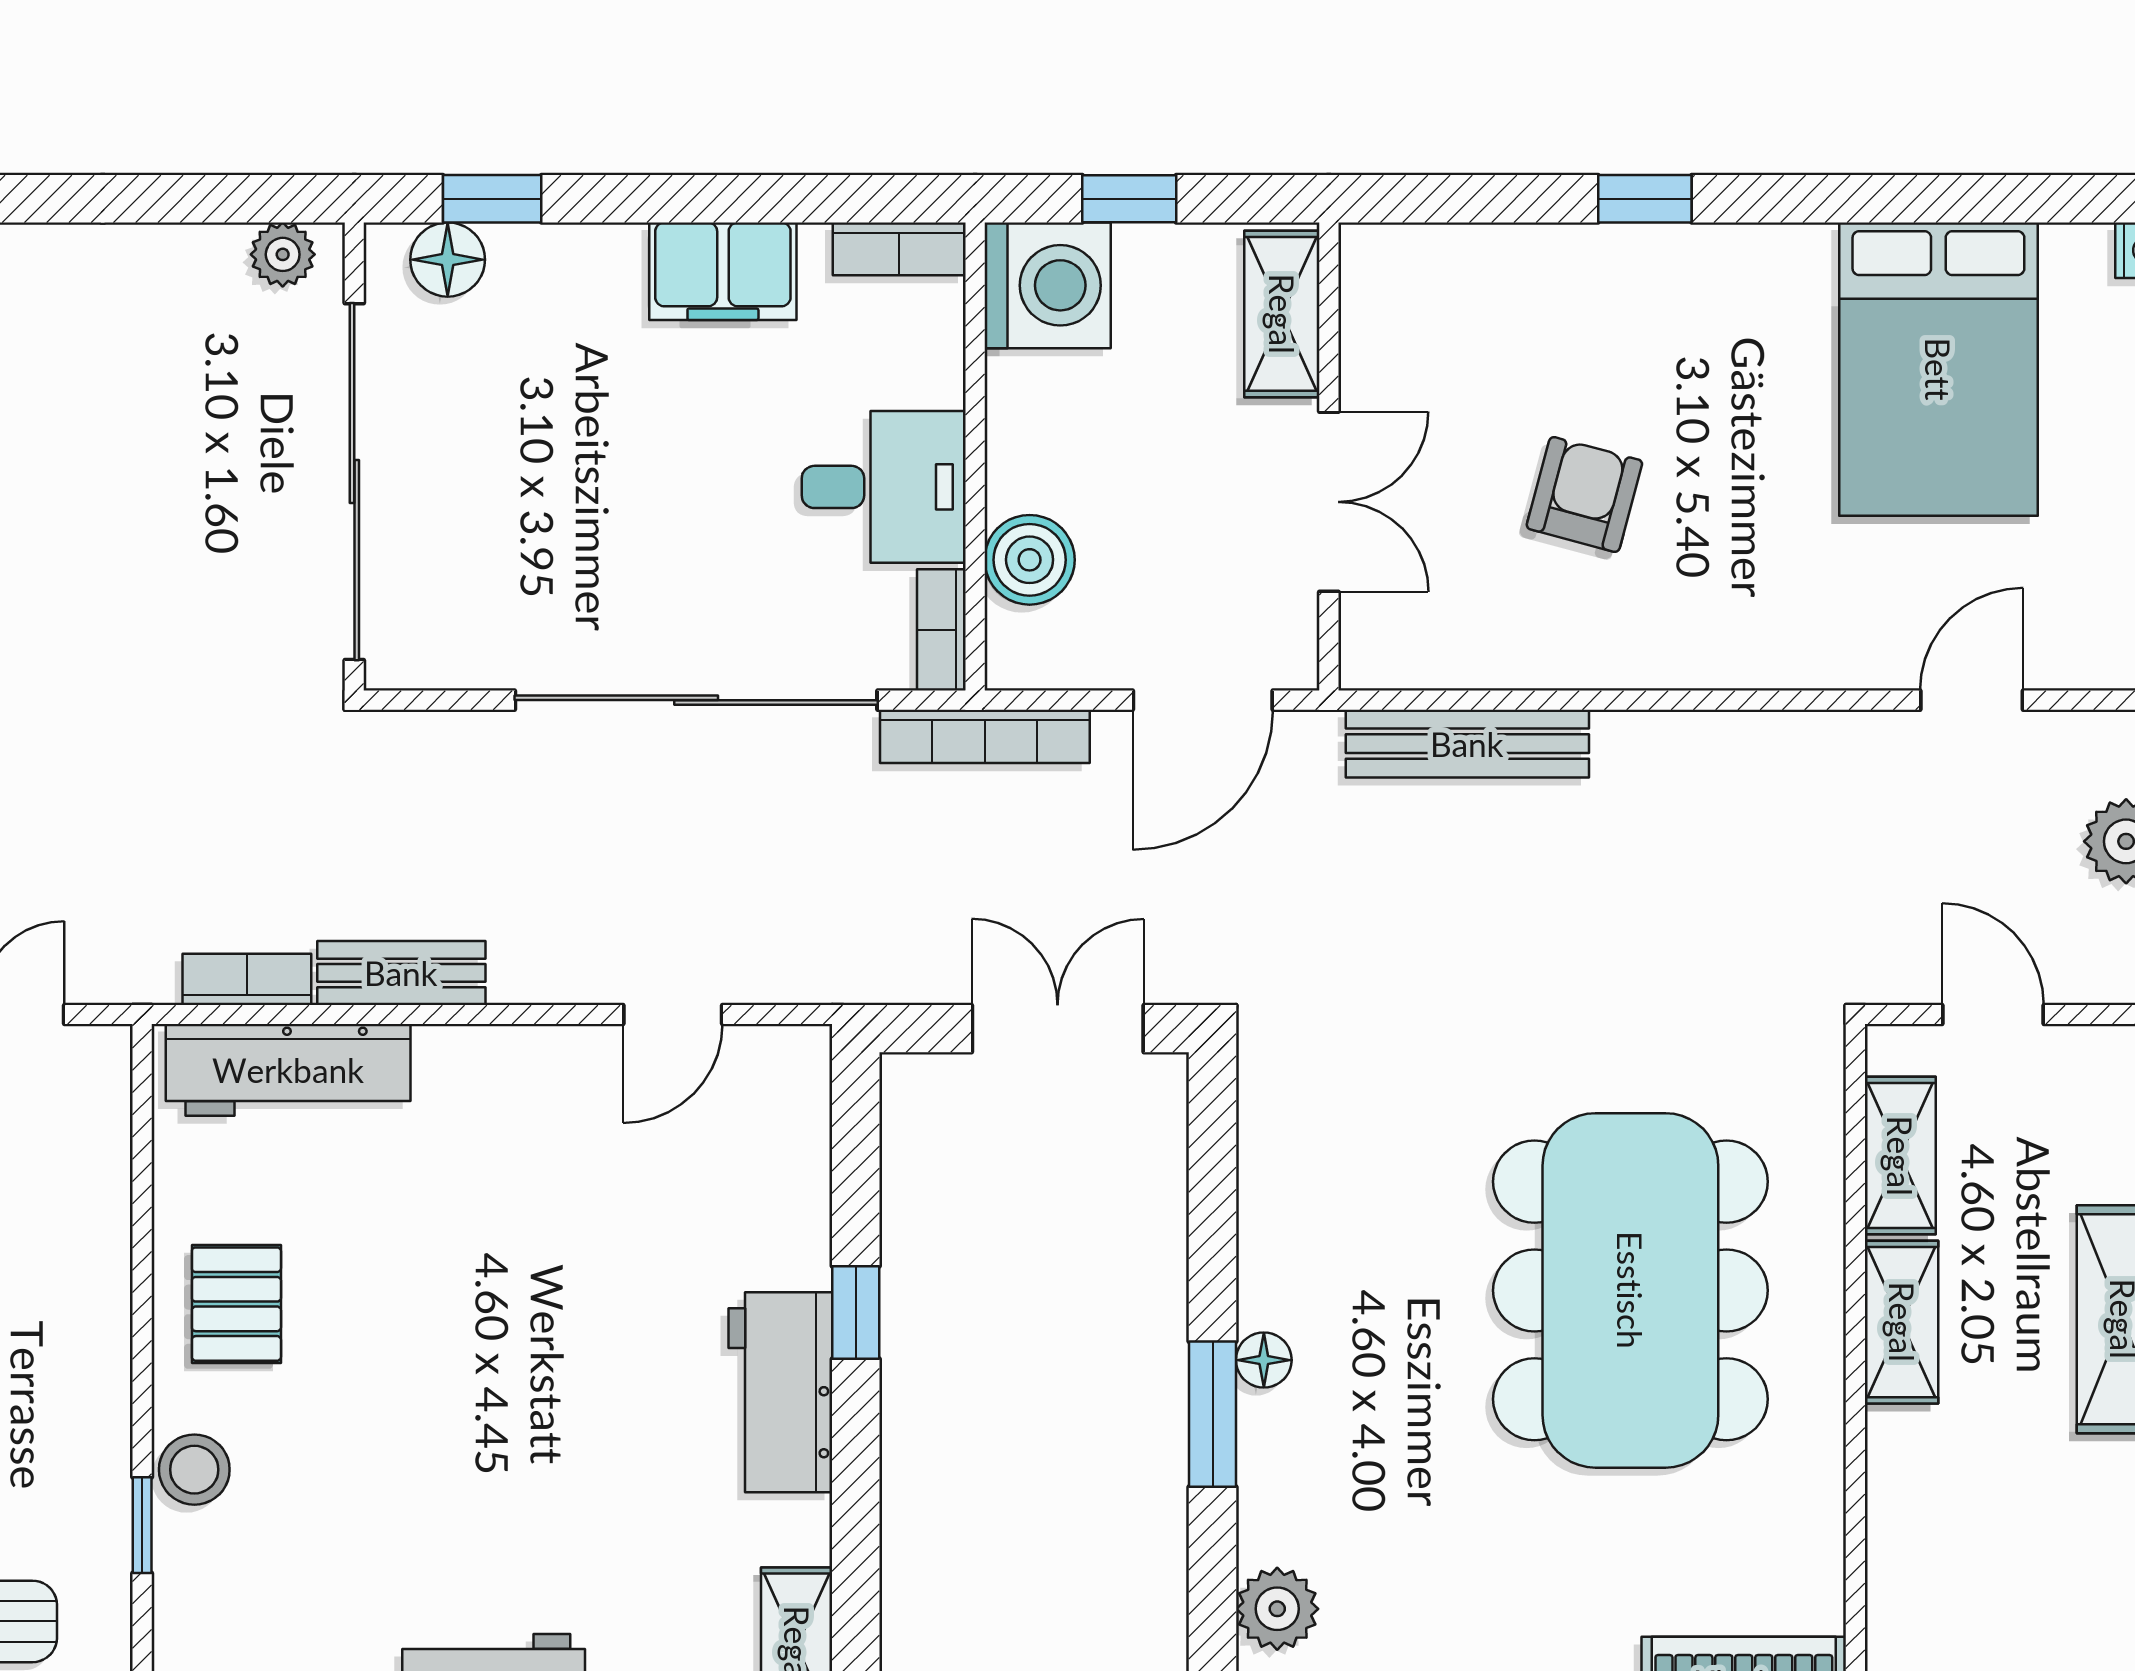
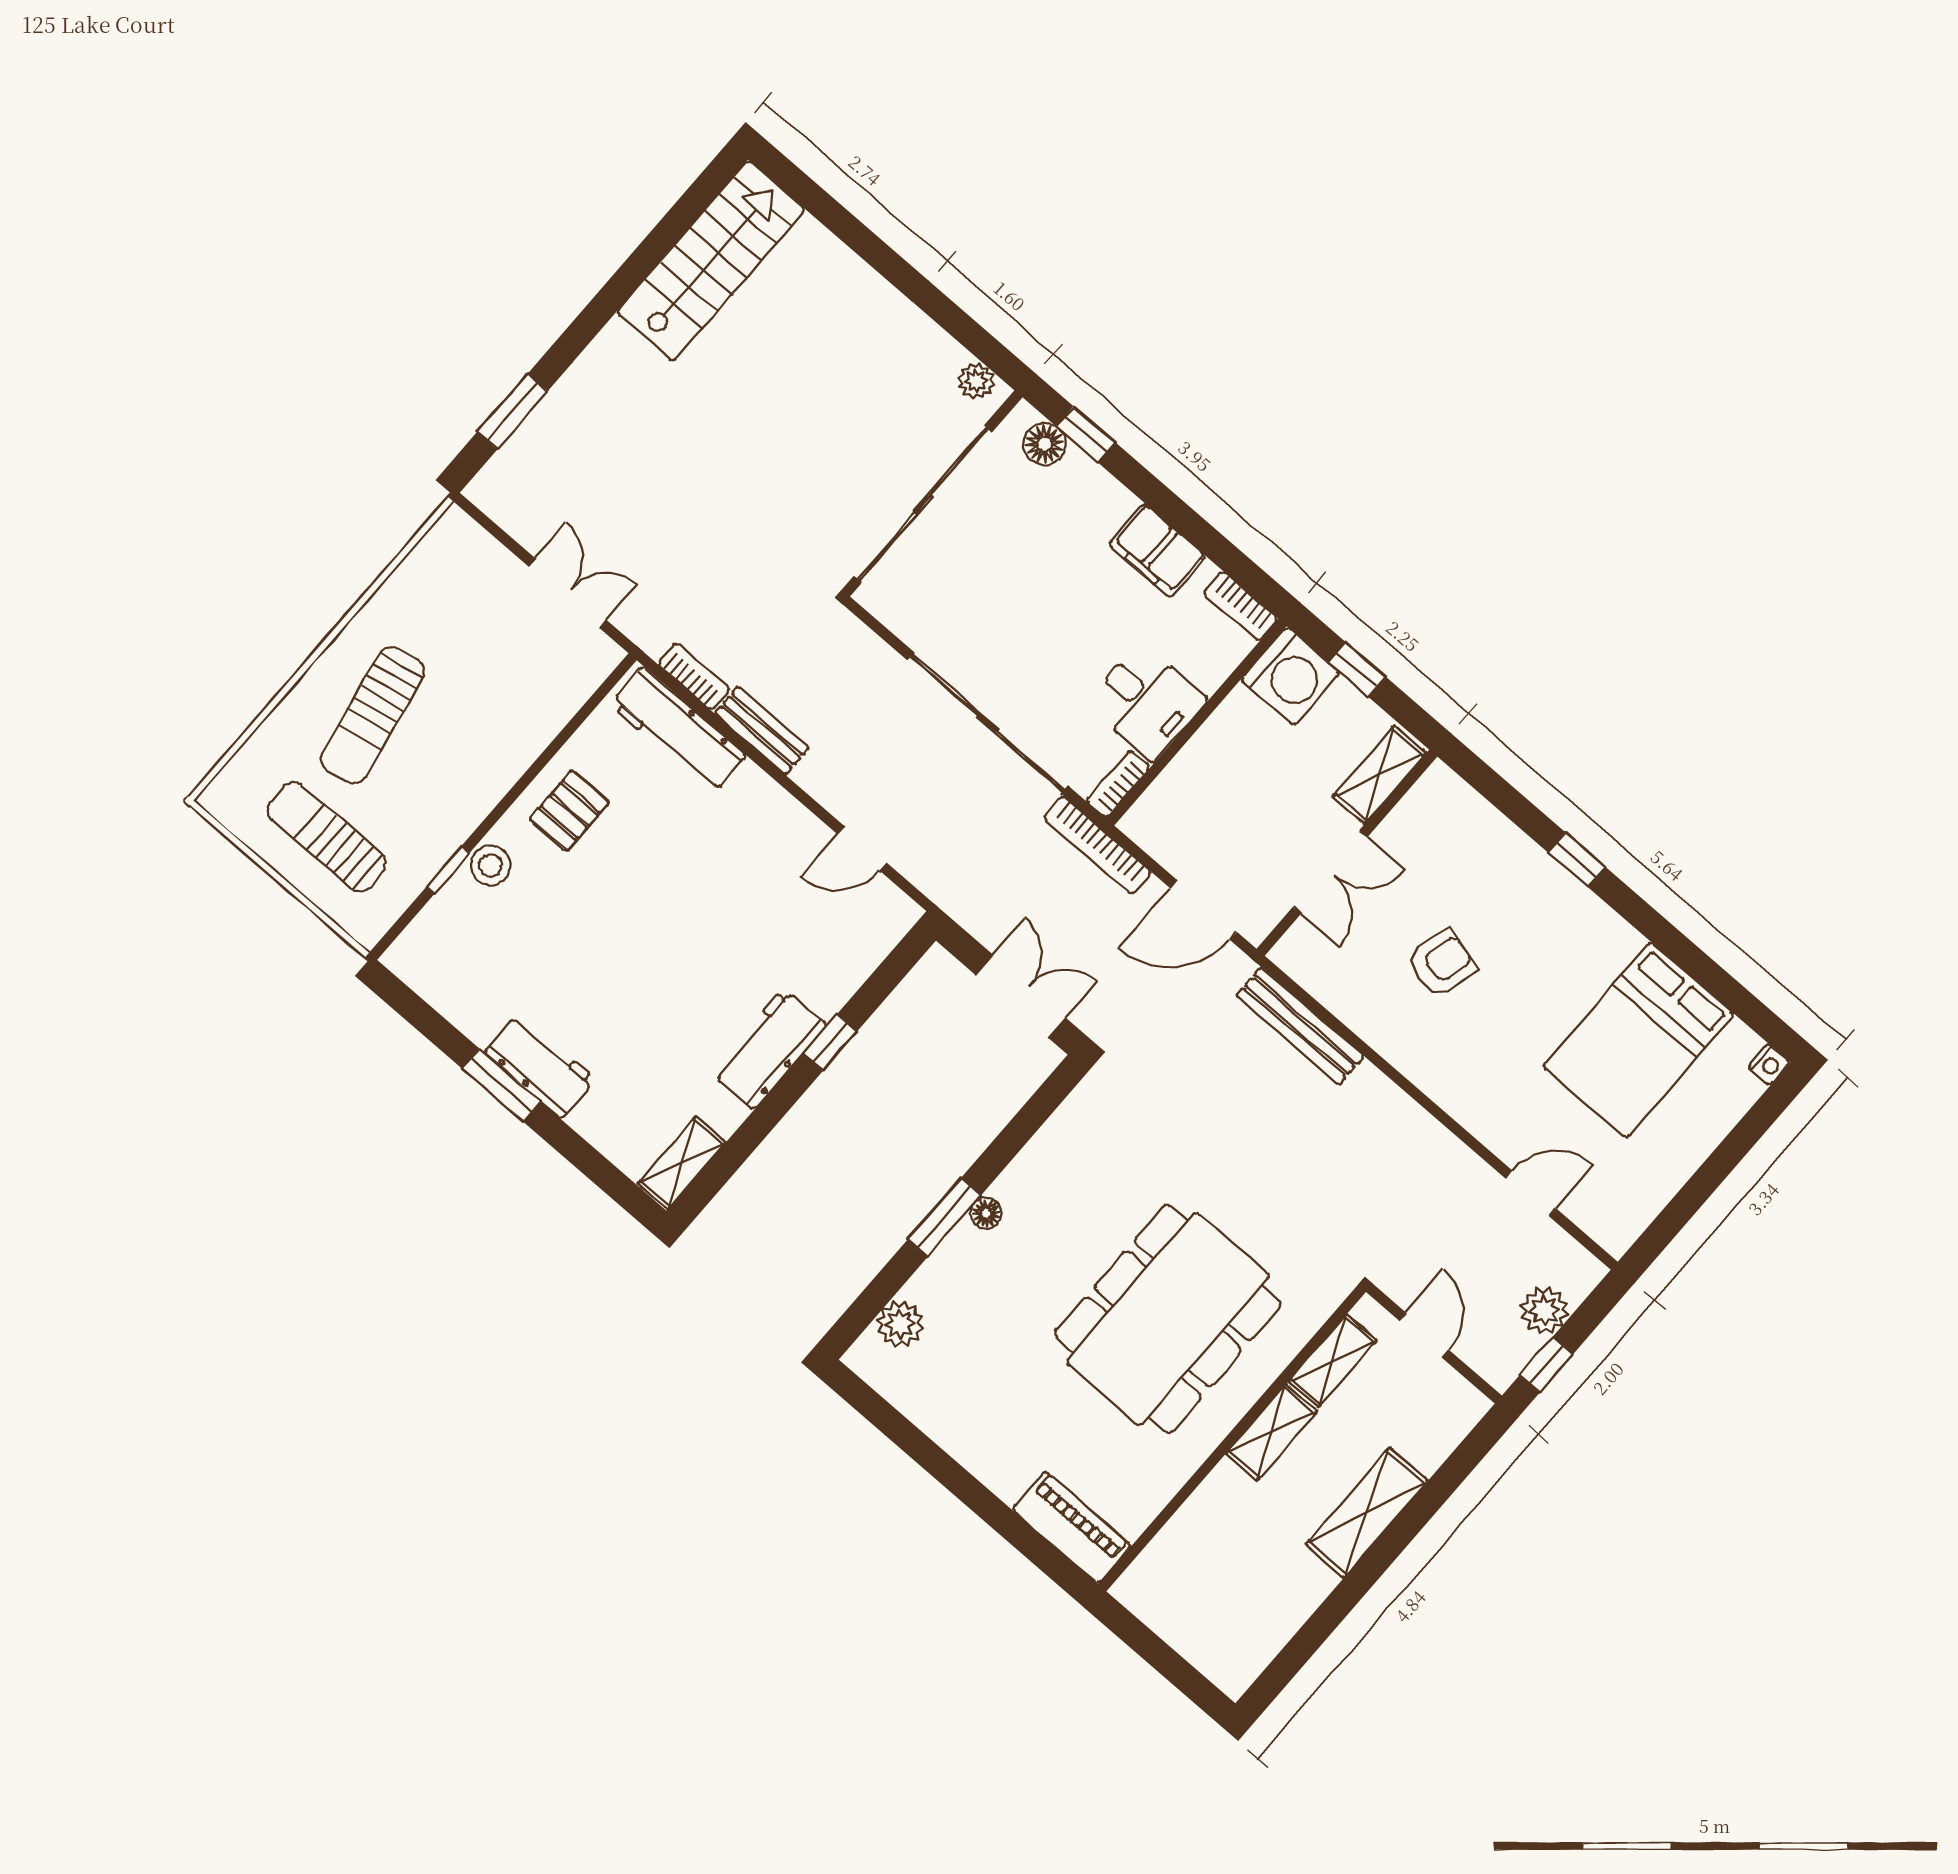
boiler: (1030, 560) -> (1181, 786), removed

